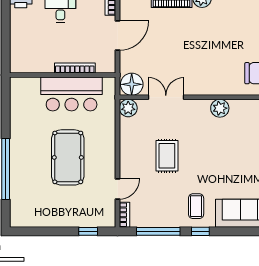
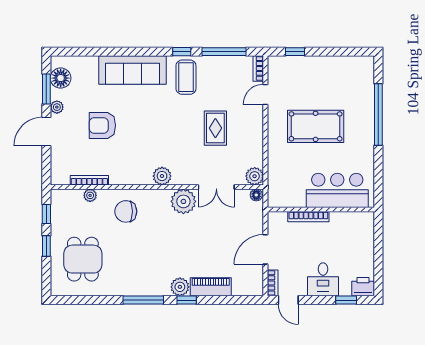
plant: (199, 83) -> (183, 201), added
floor lamp: (132, 84) -> (256, 195), width x0.53, depth x0.53
bar counter: (72, 94) -> (337, 190), moved
pool table: (68, 157) -> (316, 126), turned 90
coffee table: (196, 206) -> (186, 77), width x1.36, depth x1.30

